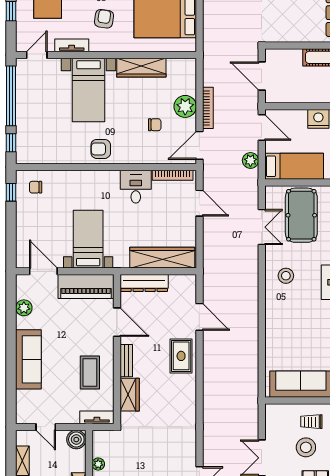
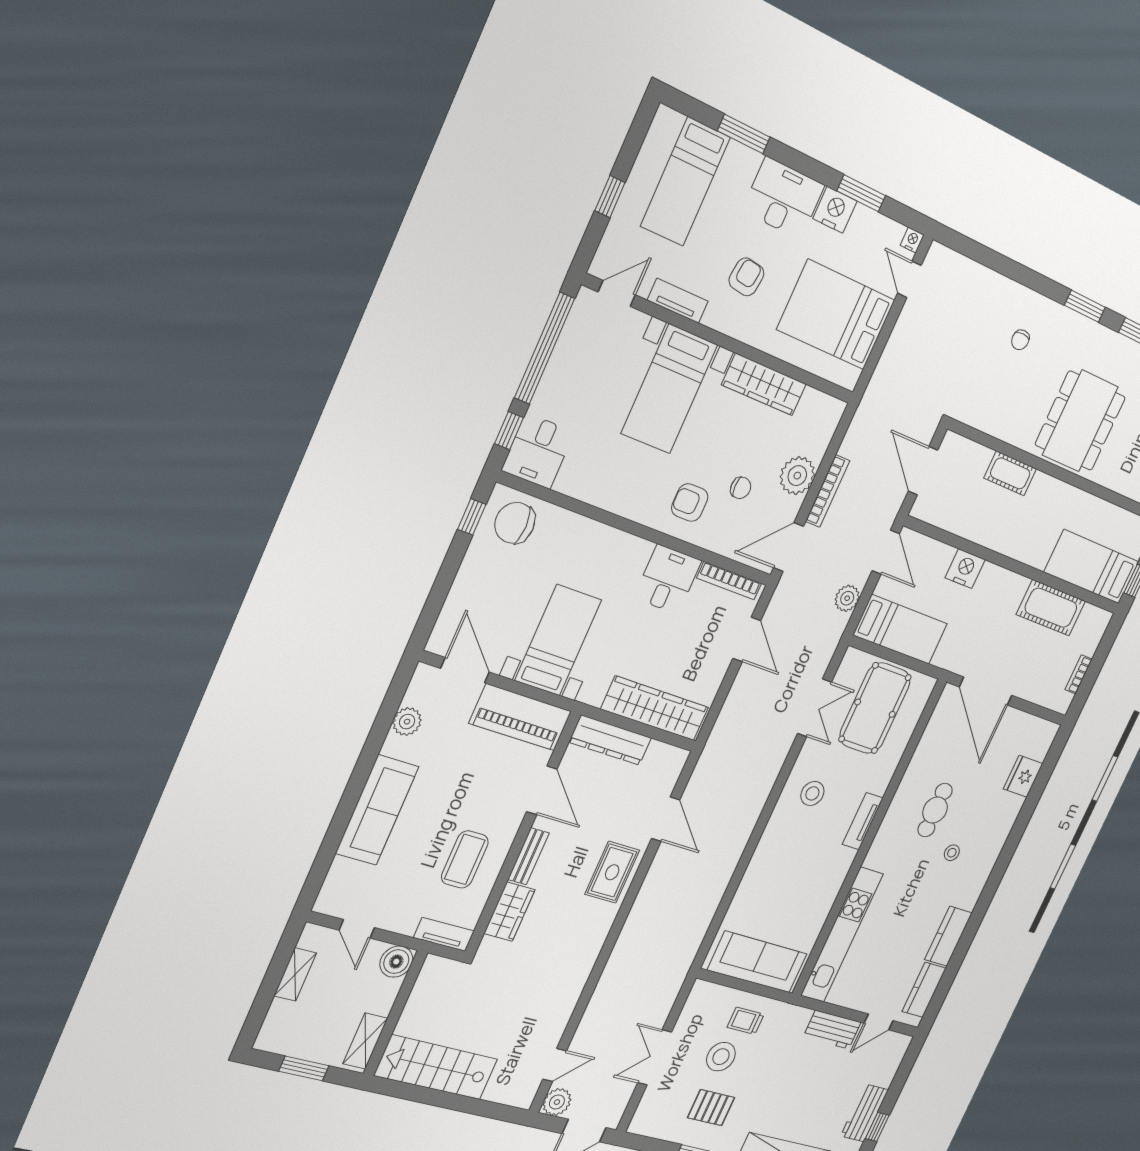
desk: (31, 147) -> (538, 451), added
armchair: (101, 149) -> (690, 503), moved
chair: (36, 187) -> (515, 523), width x1.87, depth x1.87
plant: (98, 464) -> (413, 1009), removed

